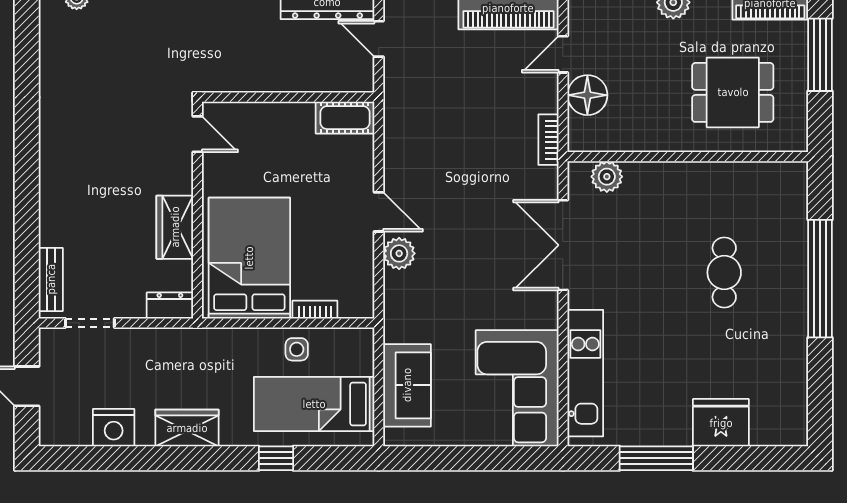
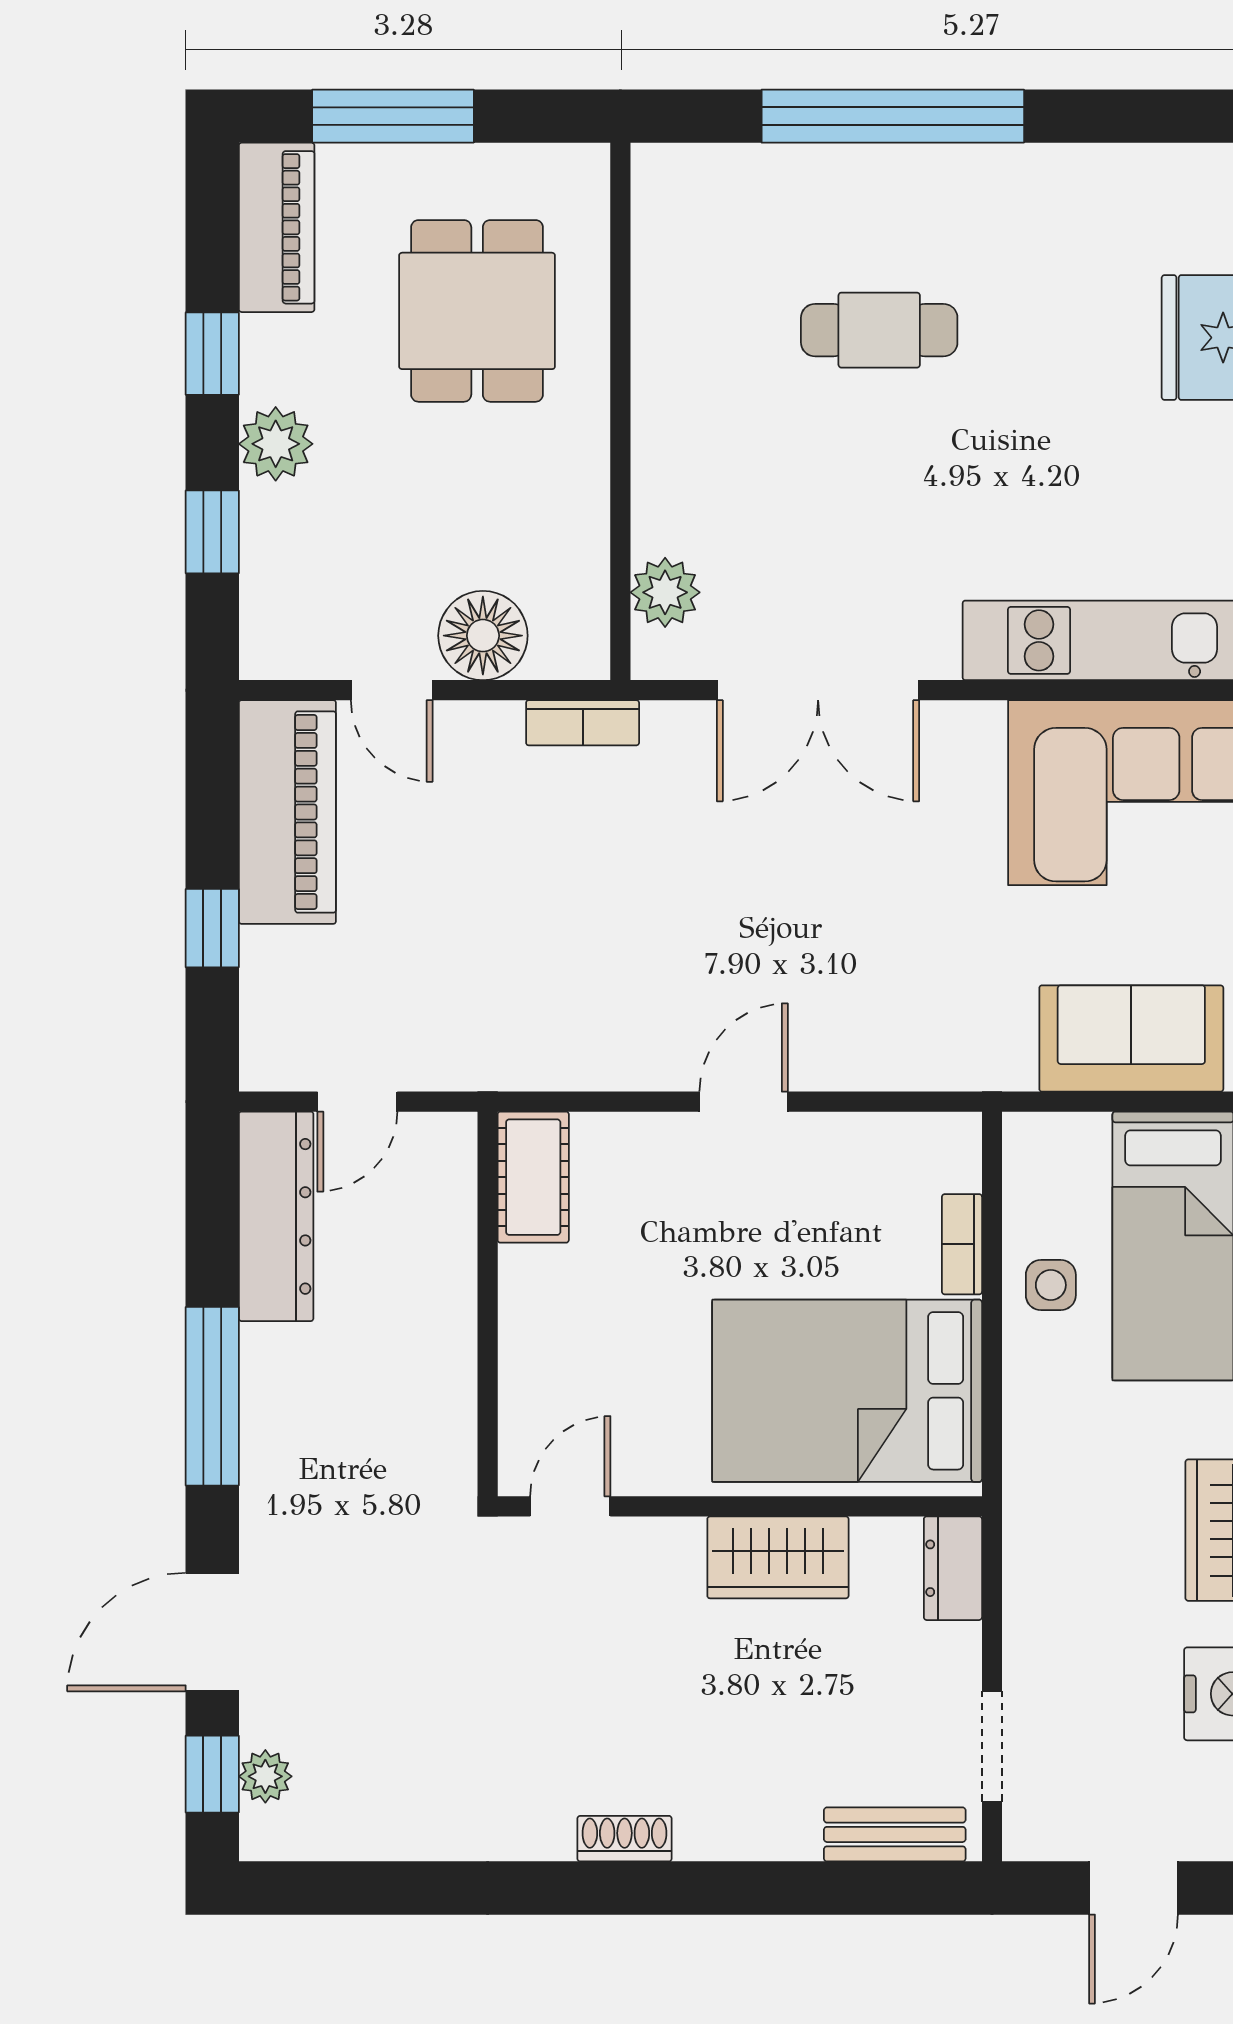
shoe rack: (49, 158) -> (625, 1839), added
plant: (399, 253) -> (837, 1056), removed

